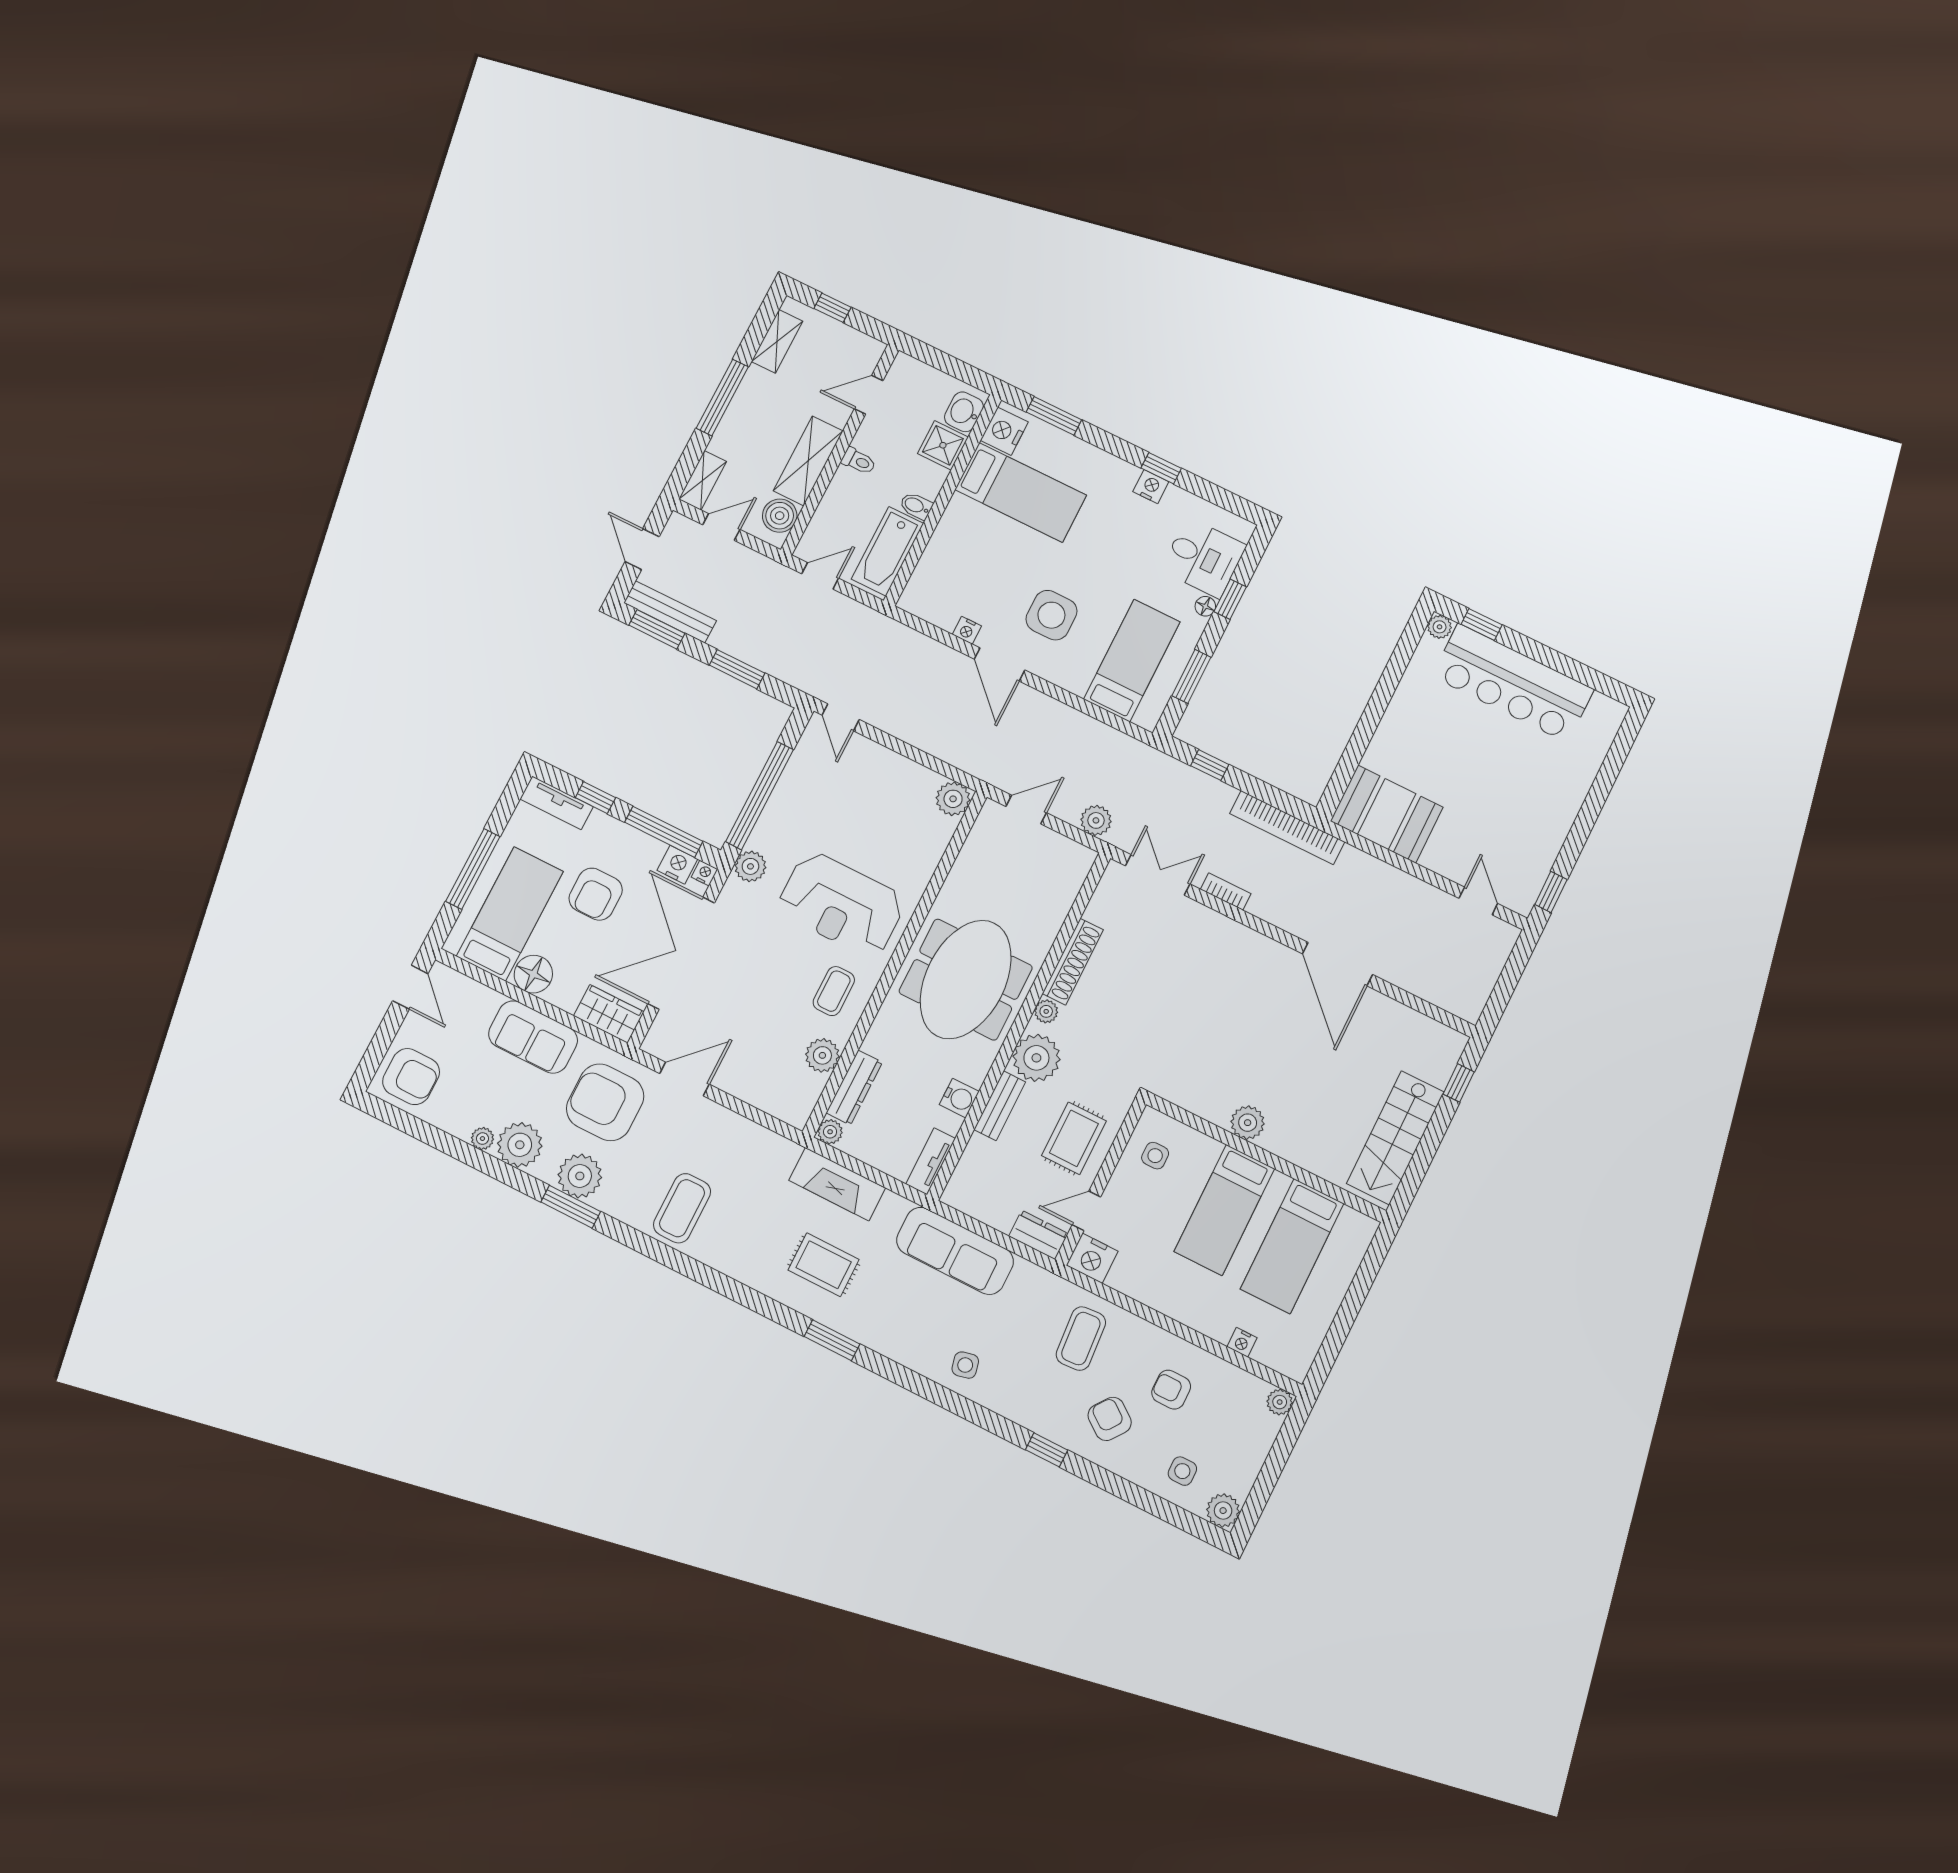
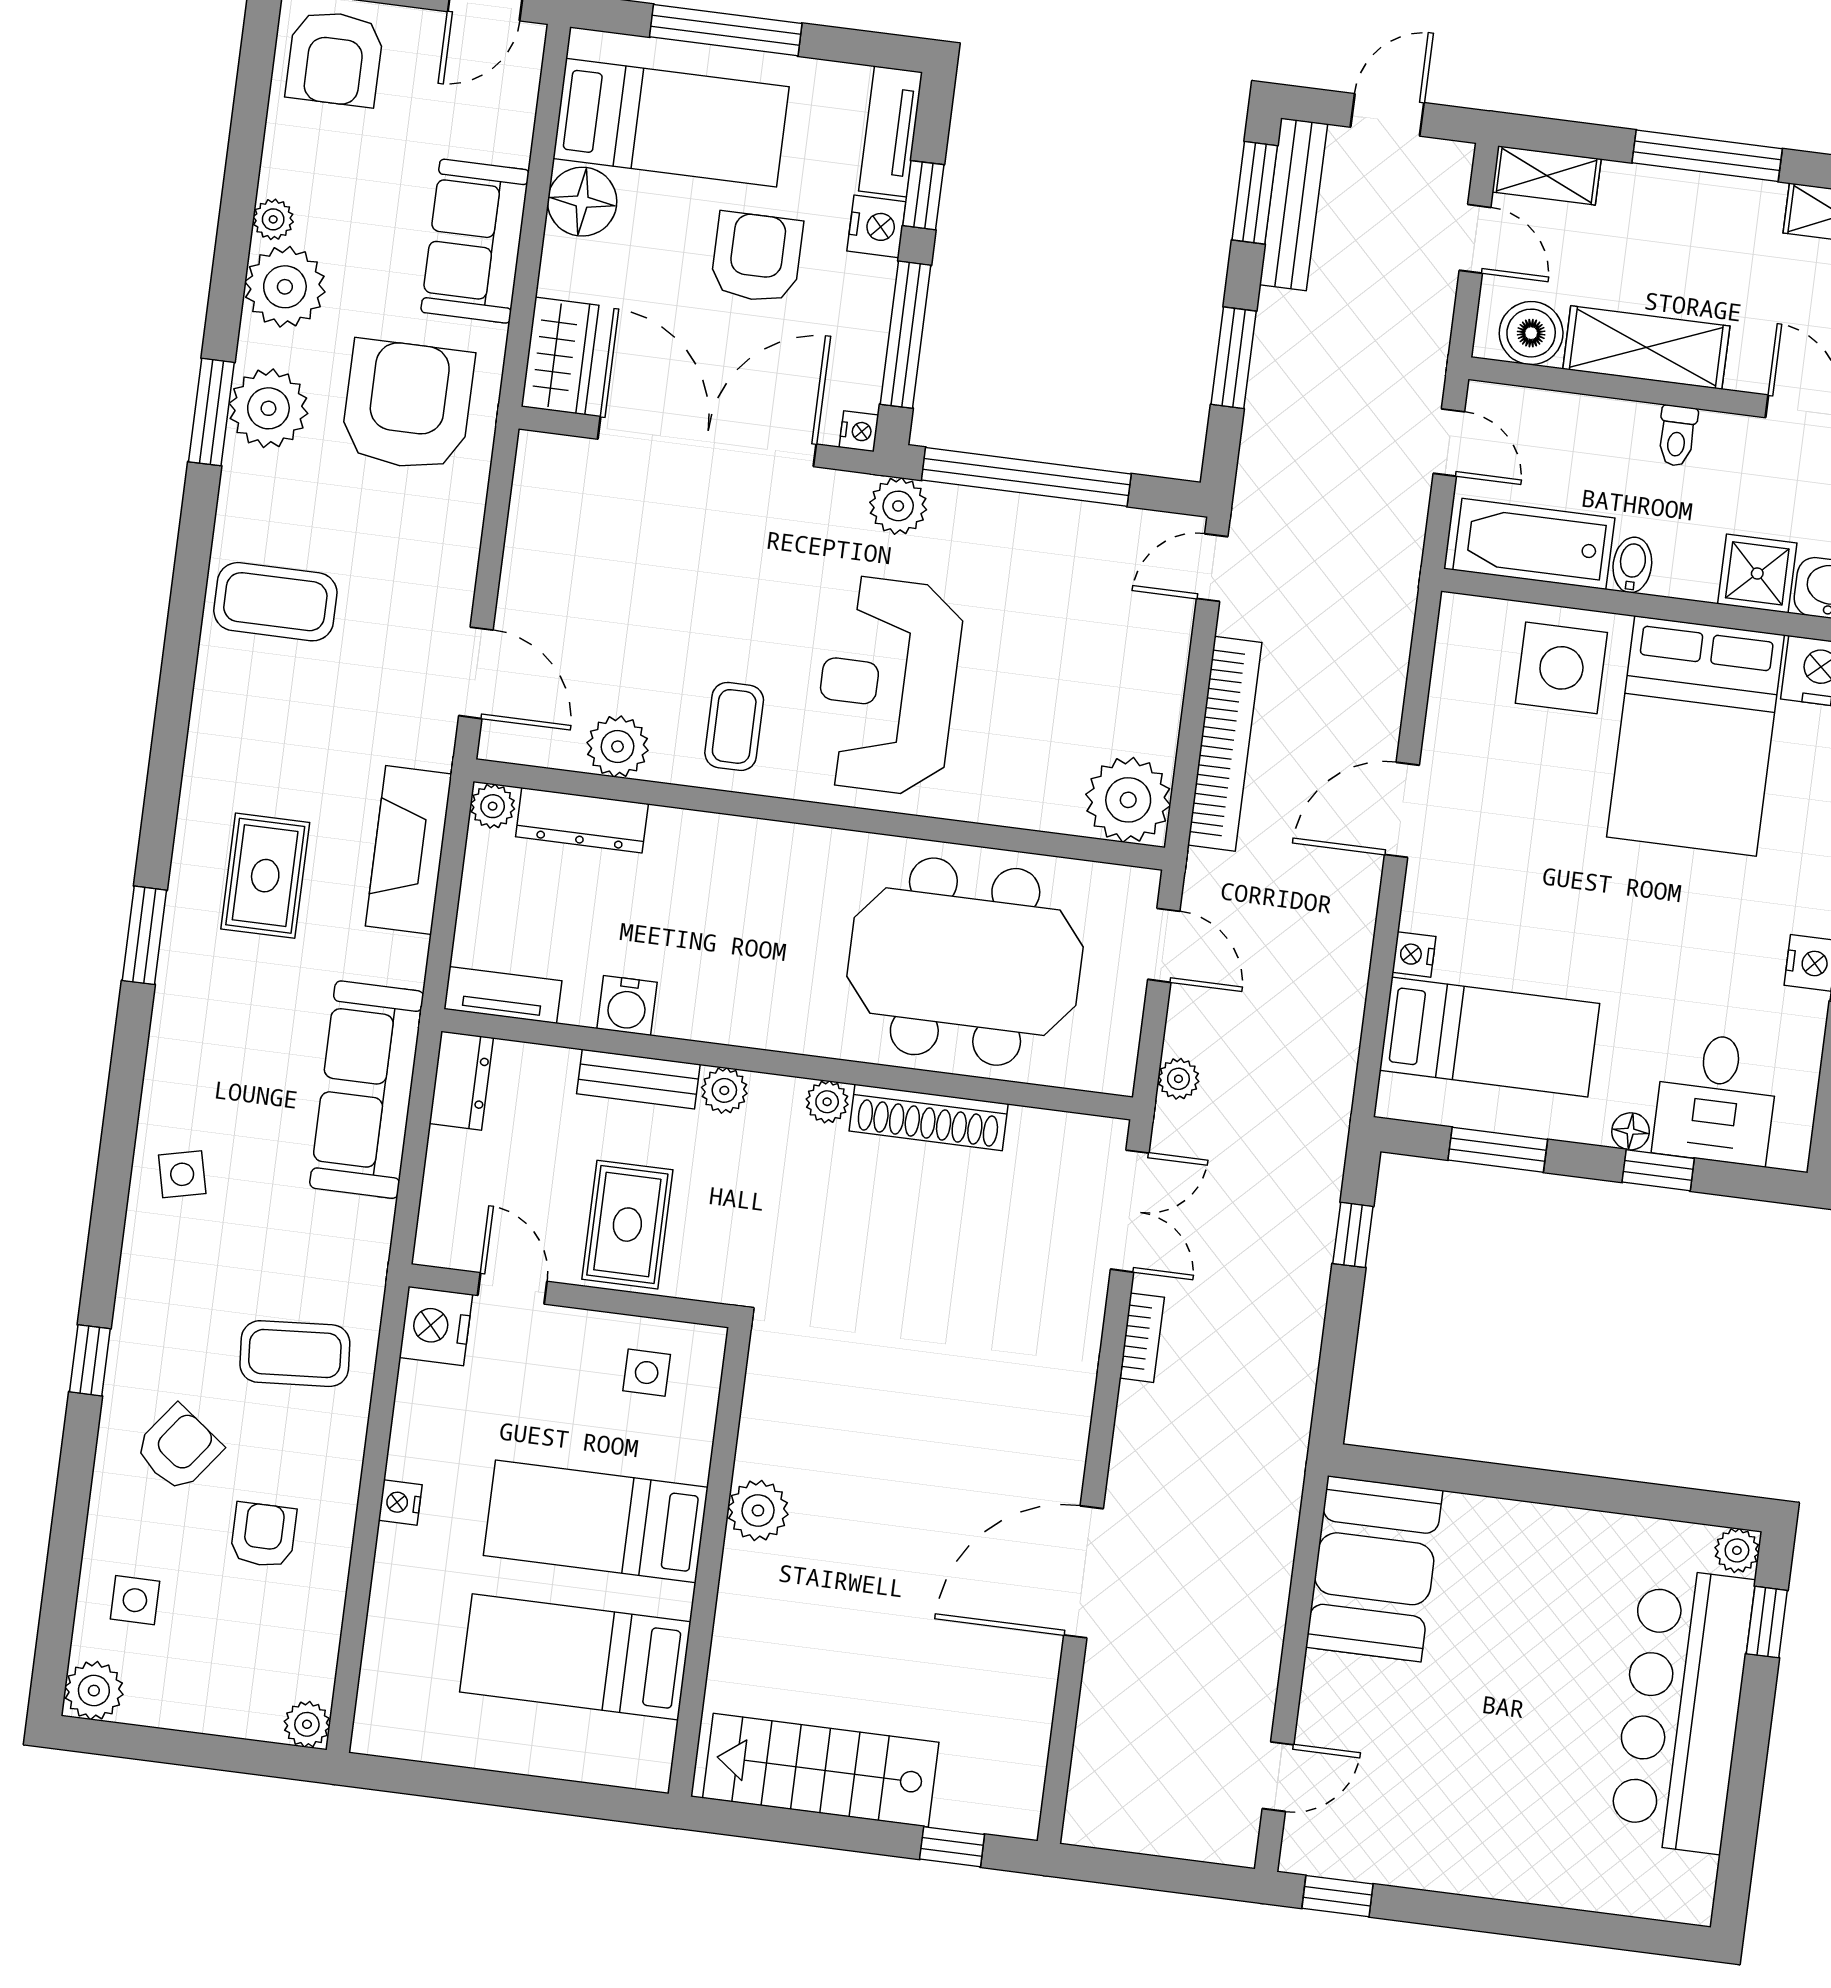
bed: (1021, 492) -> (1696, 736), width x1.50
side table: (1051, 615) -> (1561, 668), moved
nightstand: (967, 630) -> (1414, 954), moved
plant: (953, 799) -> (1128, 800), width x1.36, depth x1.36
plant: (1096, 820) -> (1178, 1079), width x0.73, depth x0.73
bookcase: (1287, 828) -> (1225, 744), moved, turned 180
nightstand: (677, 865) -> (876, 226), moved
armchair: (596, 894) -> (757, 257), turned 90
meeting table: (966, 979) -> (965, 962), moved
coffee table: (834, 991) -> (734, 726), turned 90
plant: (1036, 1058) -> (724, 1090), width x0.53, depth x0.53
door: (684, 1079) -> (476, 673), moved
rug: (1074, 1138) -> (627, 1225), turned 90
dresser: (1038, 1235) -> (461, 1081), moved
nightstand: (1242, 1342) -> (400, 1503), moved

